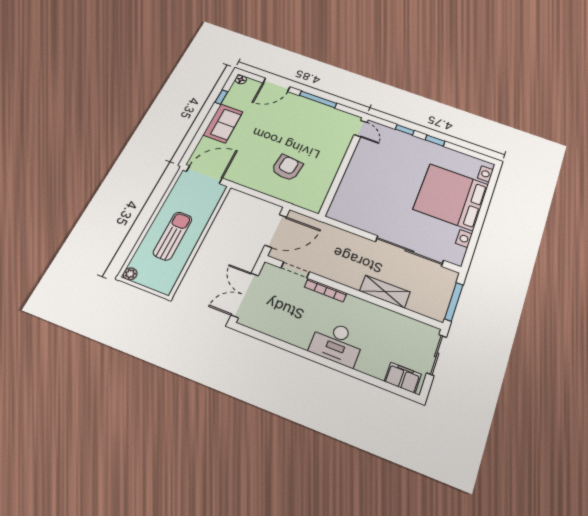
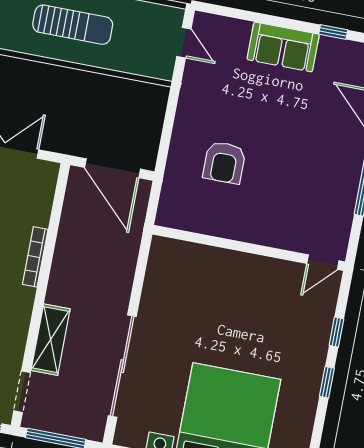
armchair: (287, 168) -> (224, 162), turned 83
door: (204, 175) -> (184, 43), width x0.53
doorway: (295, 270) -> (22, 392), moved

